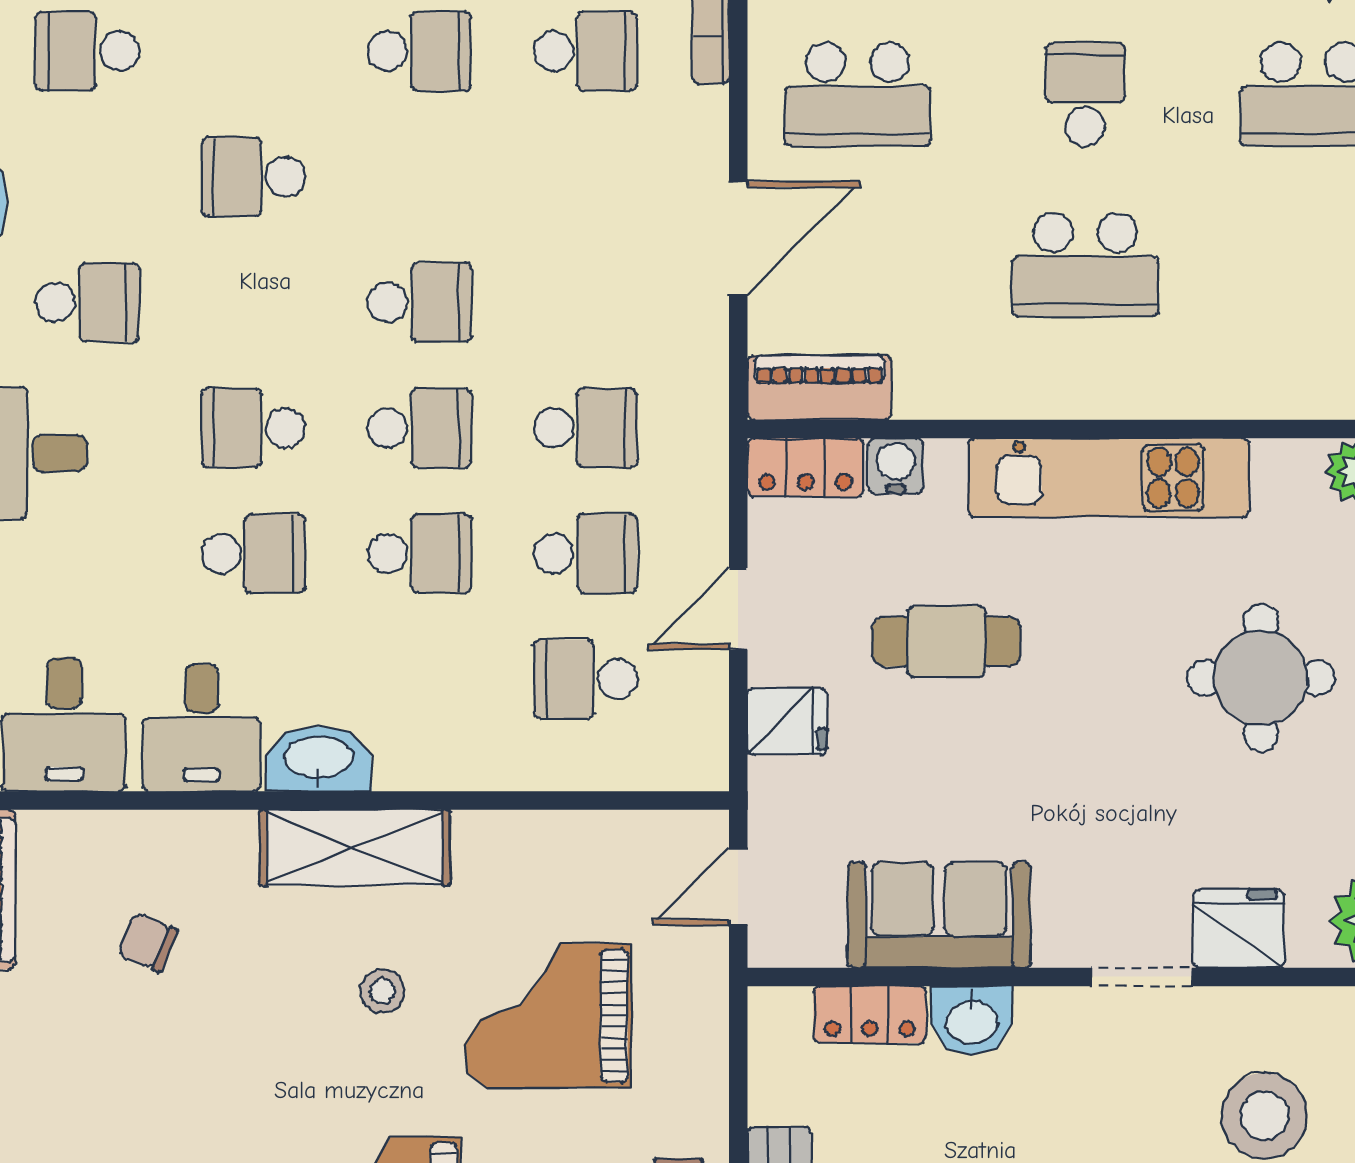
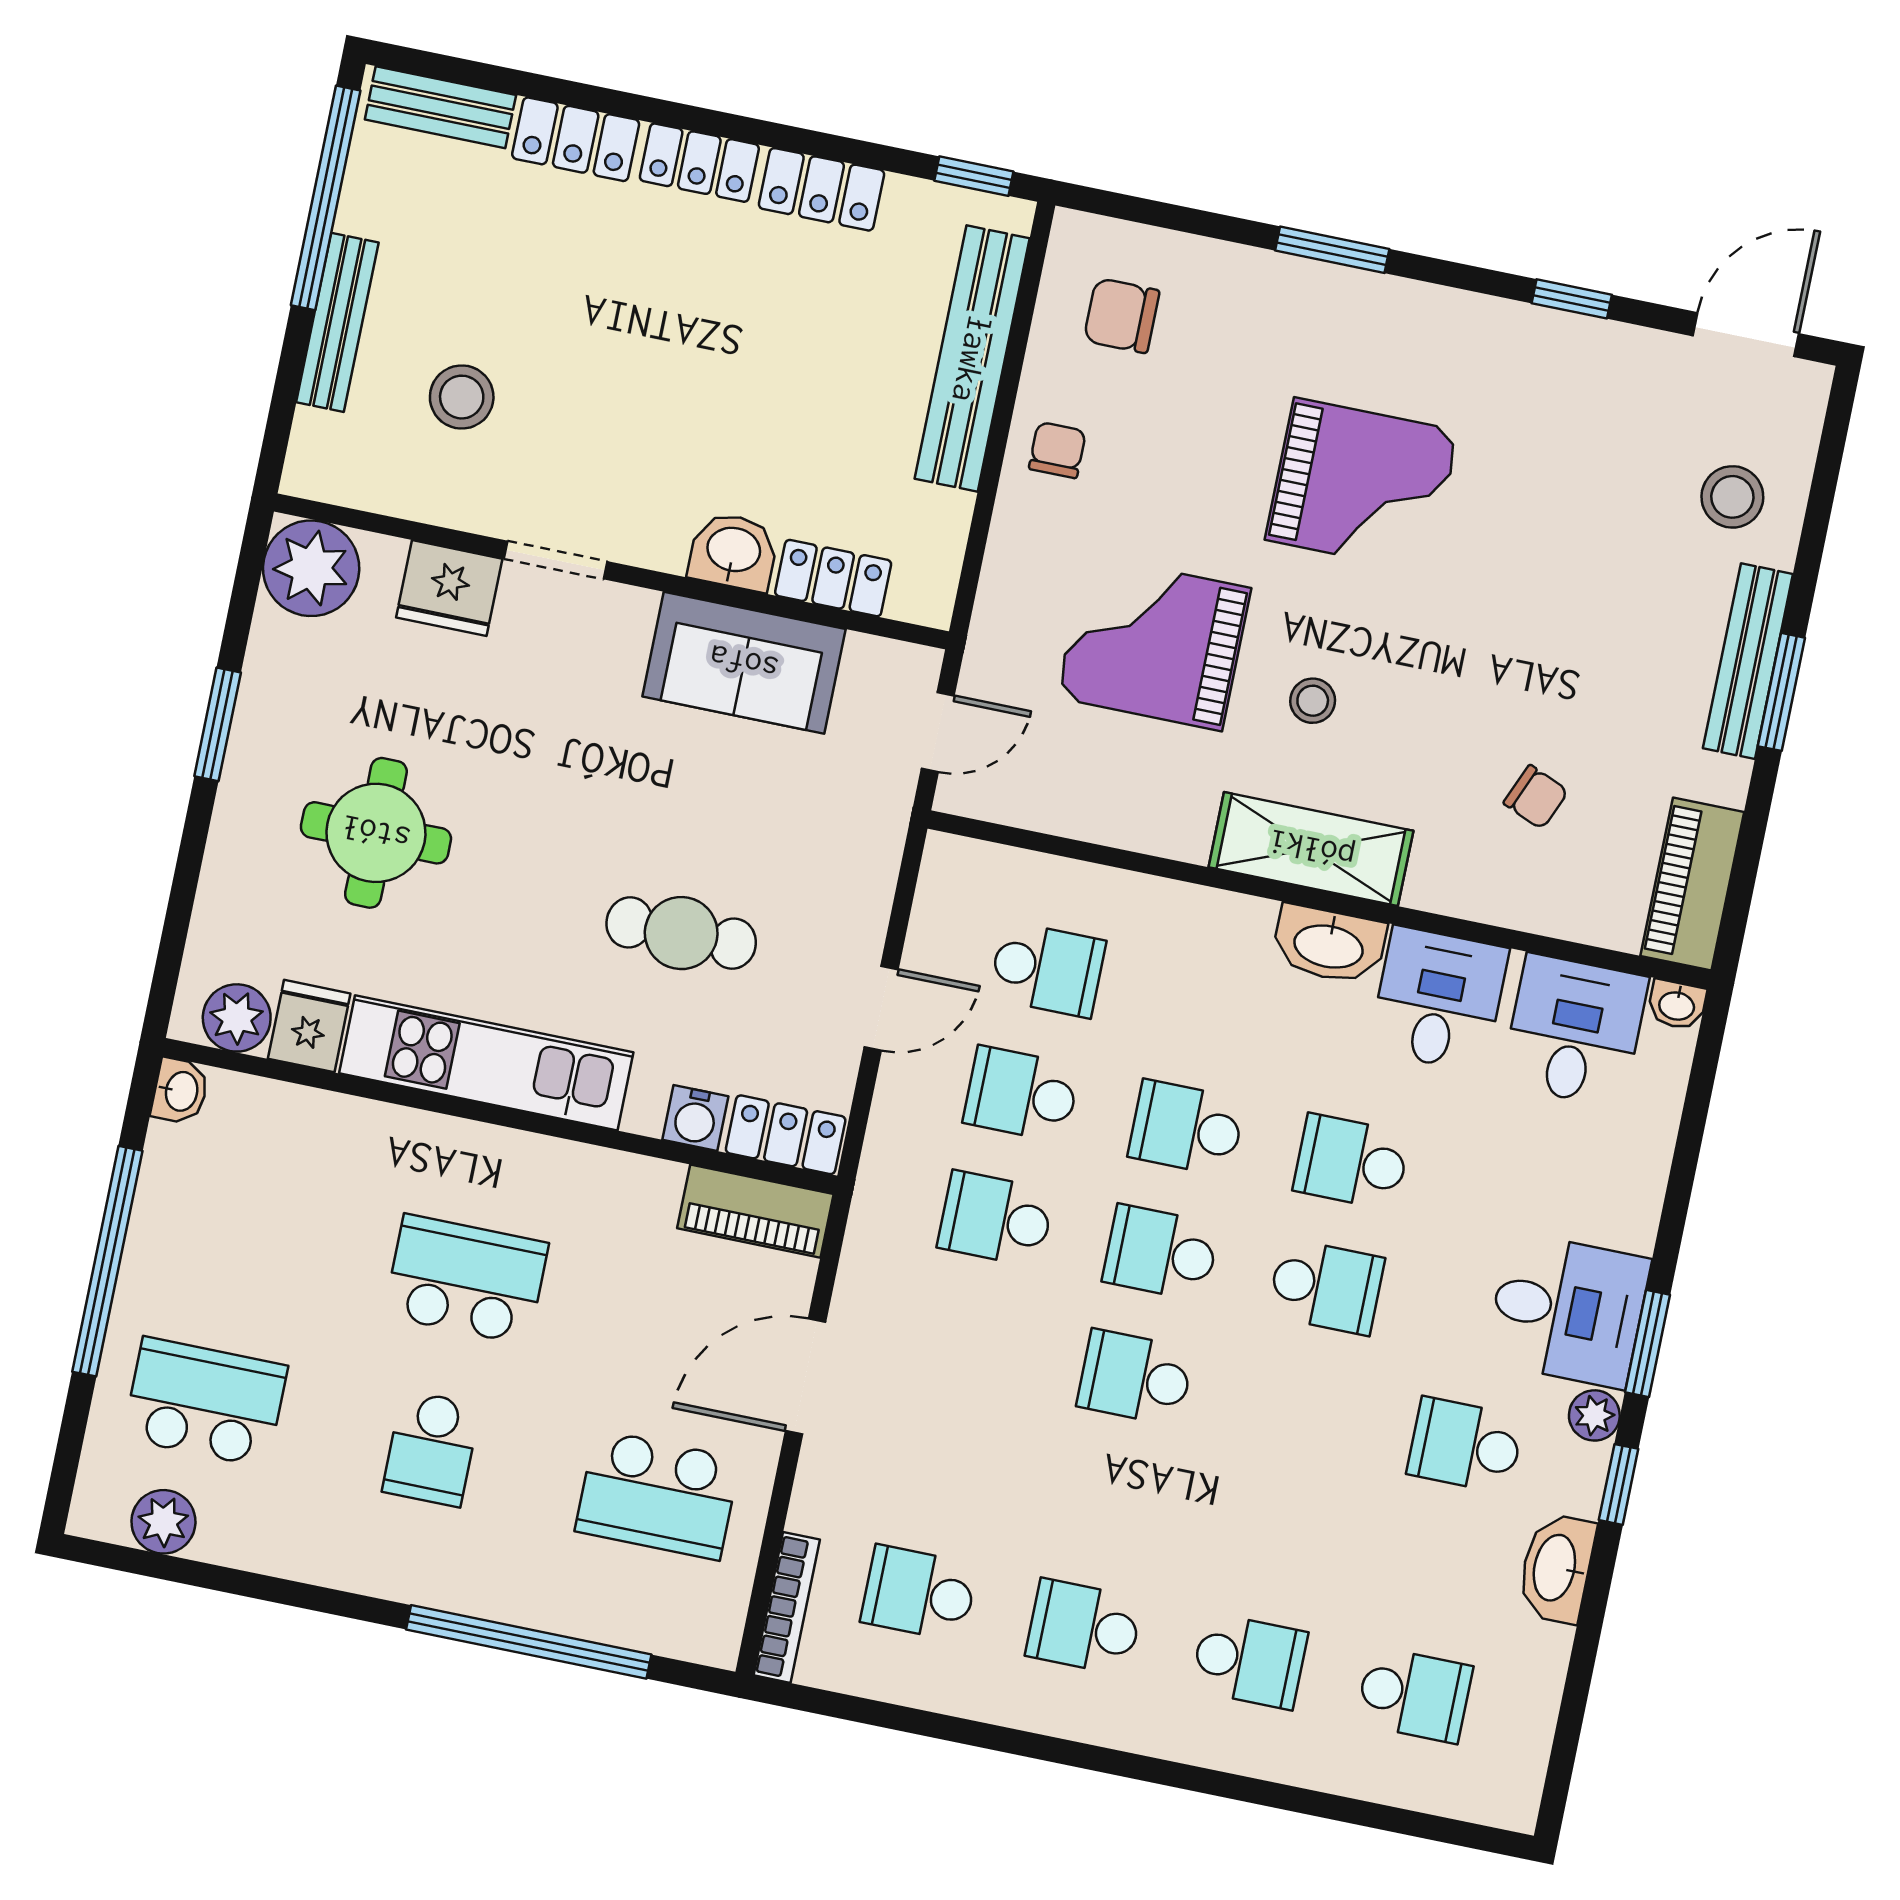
school desk: (858, 94) -> (657, 1495), turned 180
school desk: (253, 177) -> (1249, 1661), moved
fridge: (787, 721) -> (309, 1026), moved, turned 90
grand piano: (547, 1016) -> (1154, 643), turned 180
stool: (1264, 1116) -> (462, 397), width x0.73, depth x0.73

